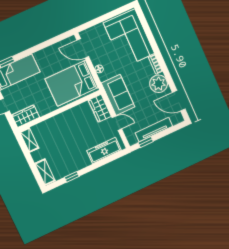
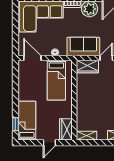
door: (83, 48) -> (32, 58), swing flipped
bed: (72, 83) -> (56, 80), width x0.67

